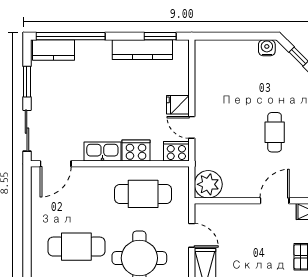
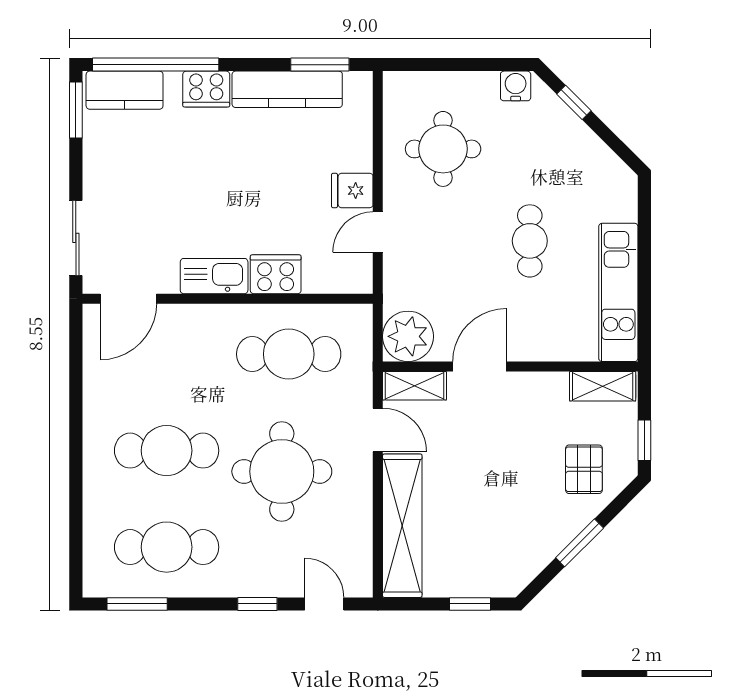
window: (27, 82) -> (76, 110), moved
round table: (227, 82) -> (443, 149), added
door: (192, 127) -> (378, 232), hinge flipped
cooker: (176, 151) -> (206, 89), moved, turned 180
door: (275, 201) -> (479, 367), moved
shelving: (212, 211) -> (415, 386), added

